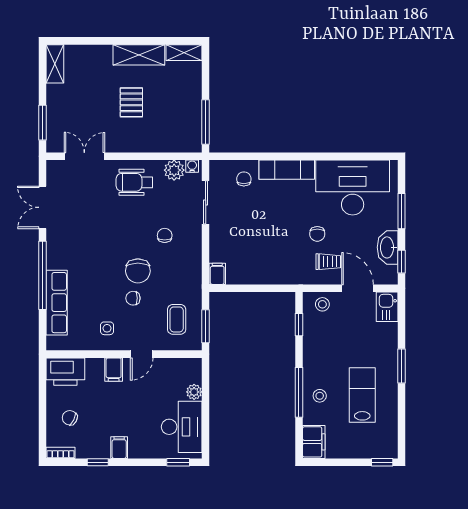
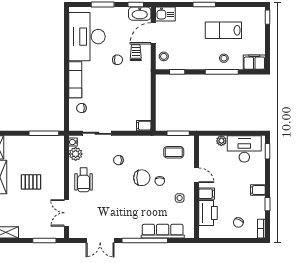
washbasin: (388, 247) -> (140, 14), moved
printer: (65, 372) -> (208, 213), moved

